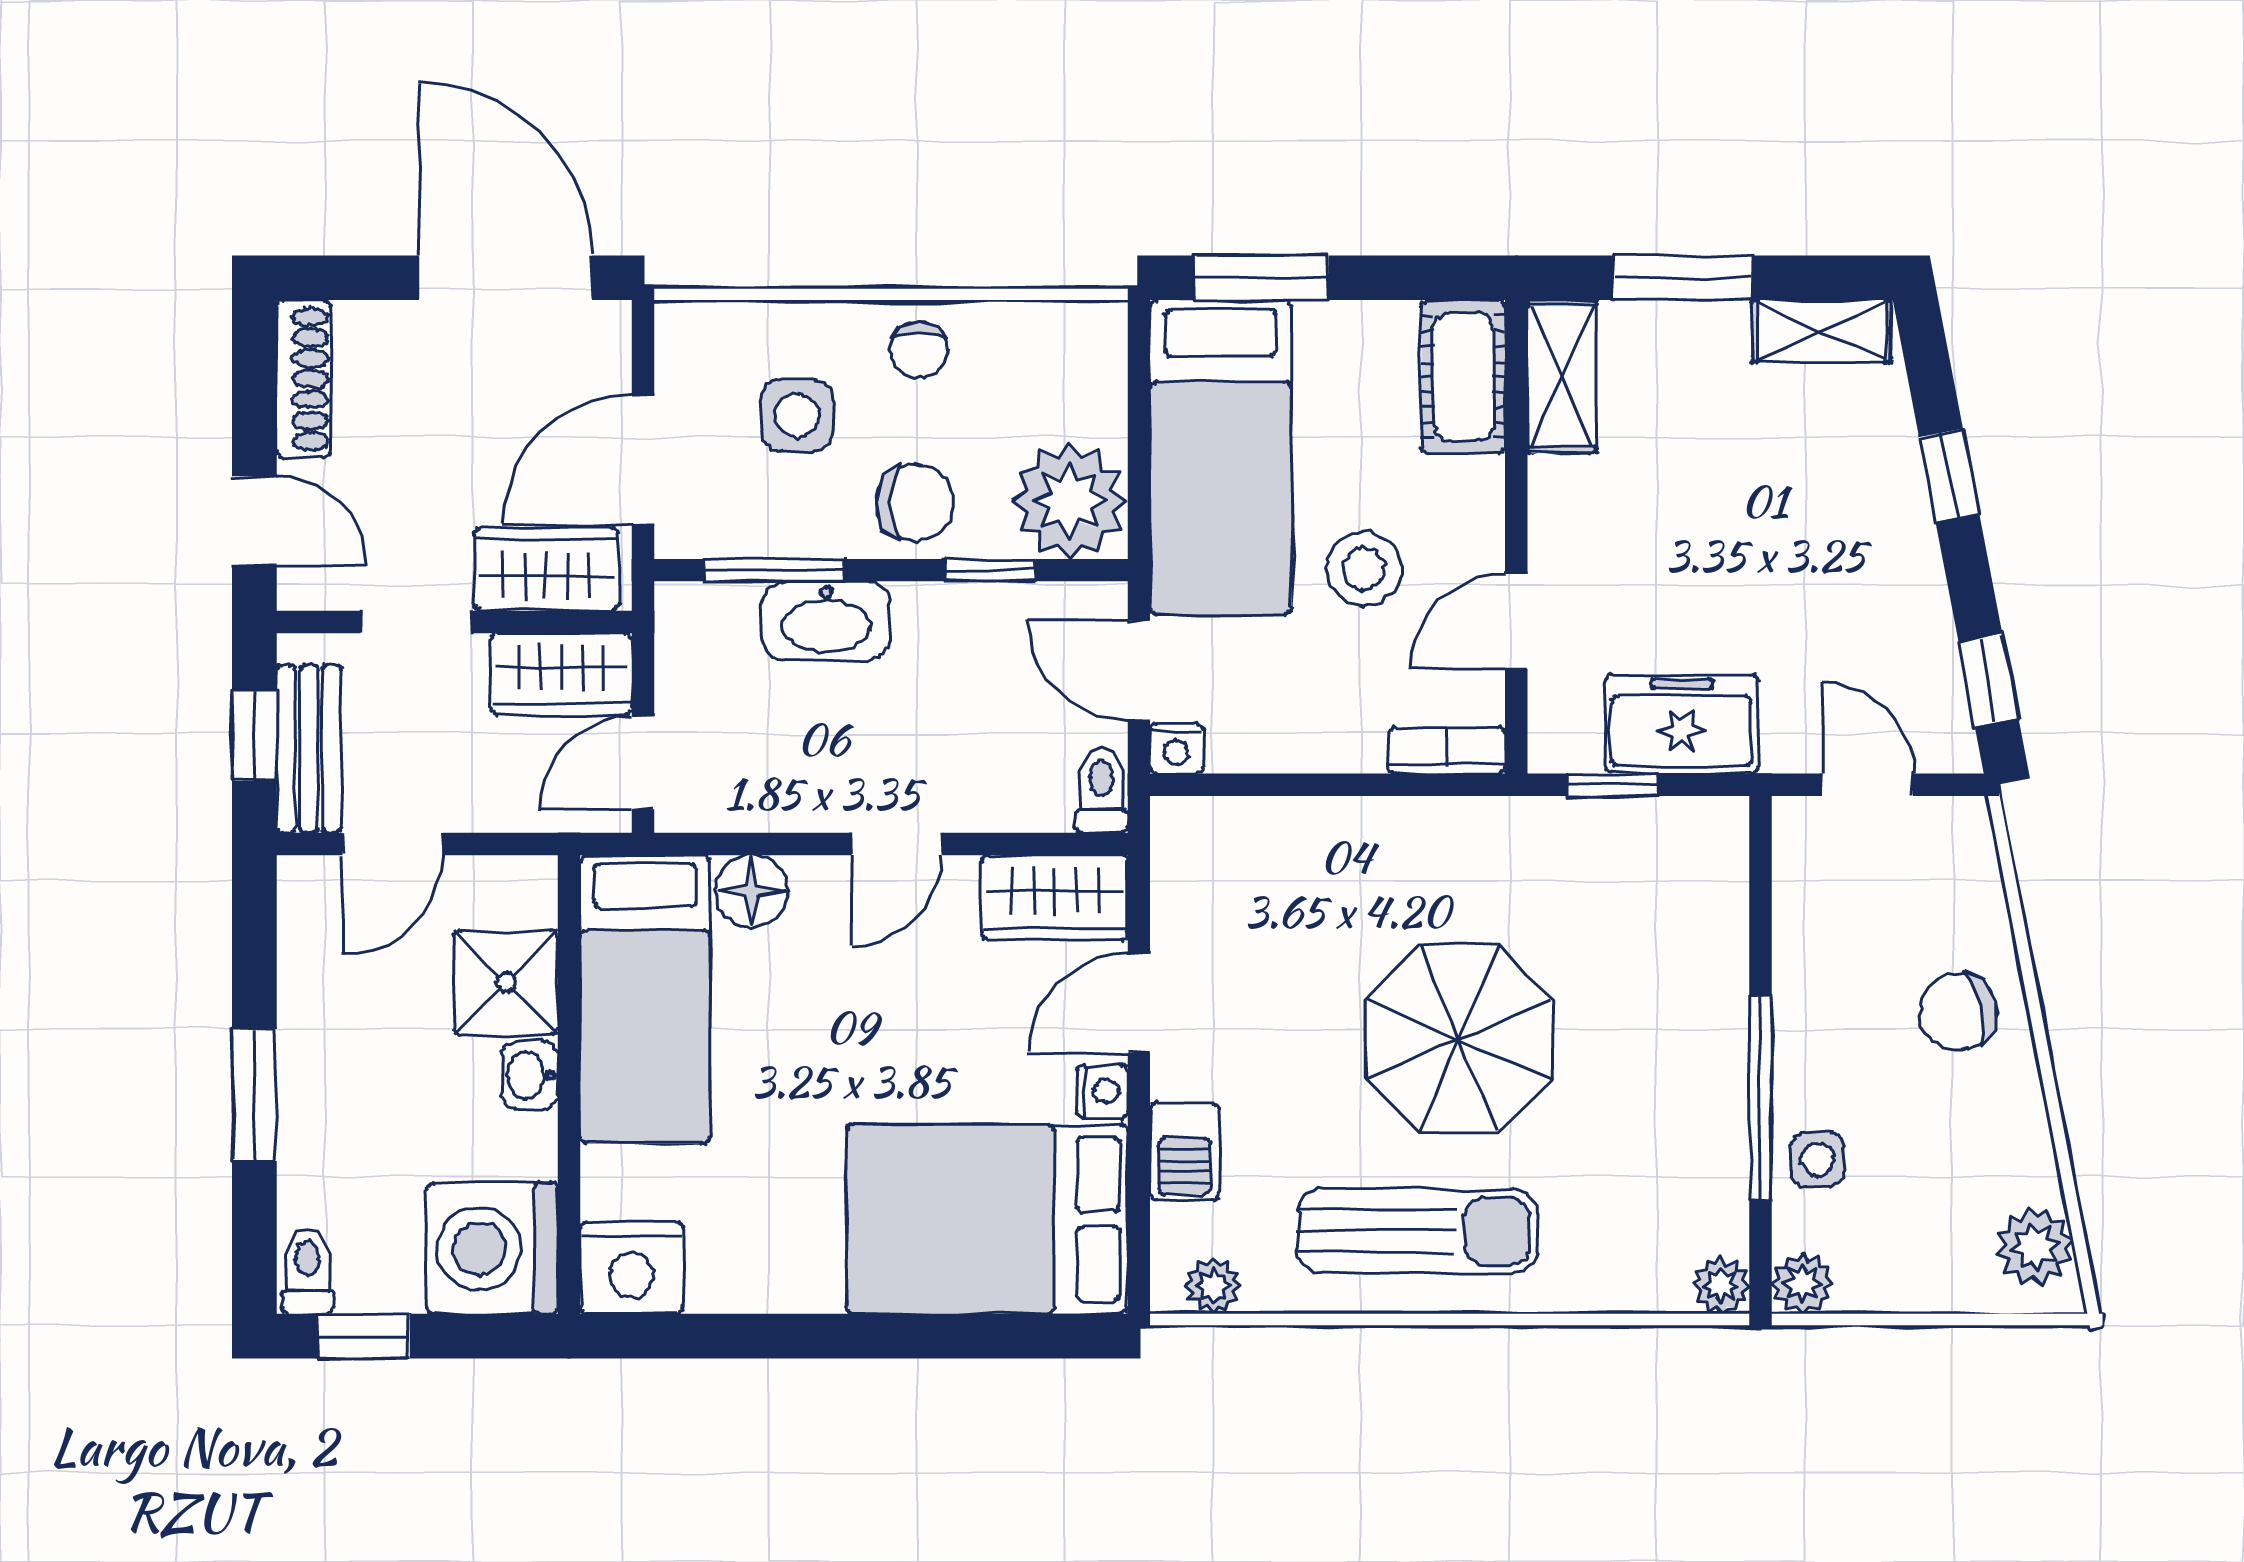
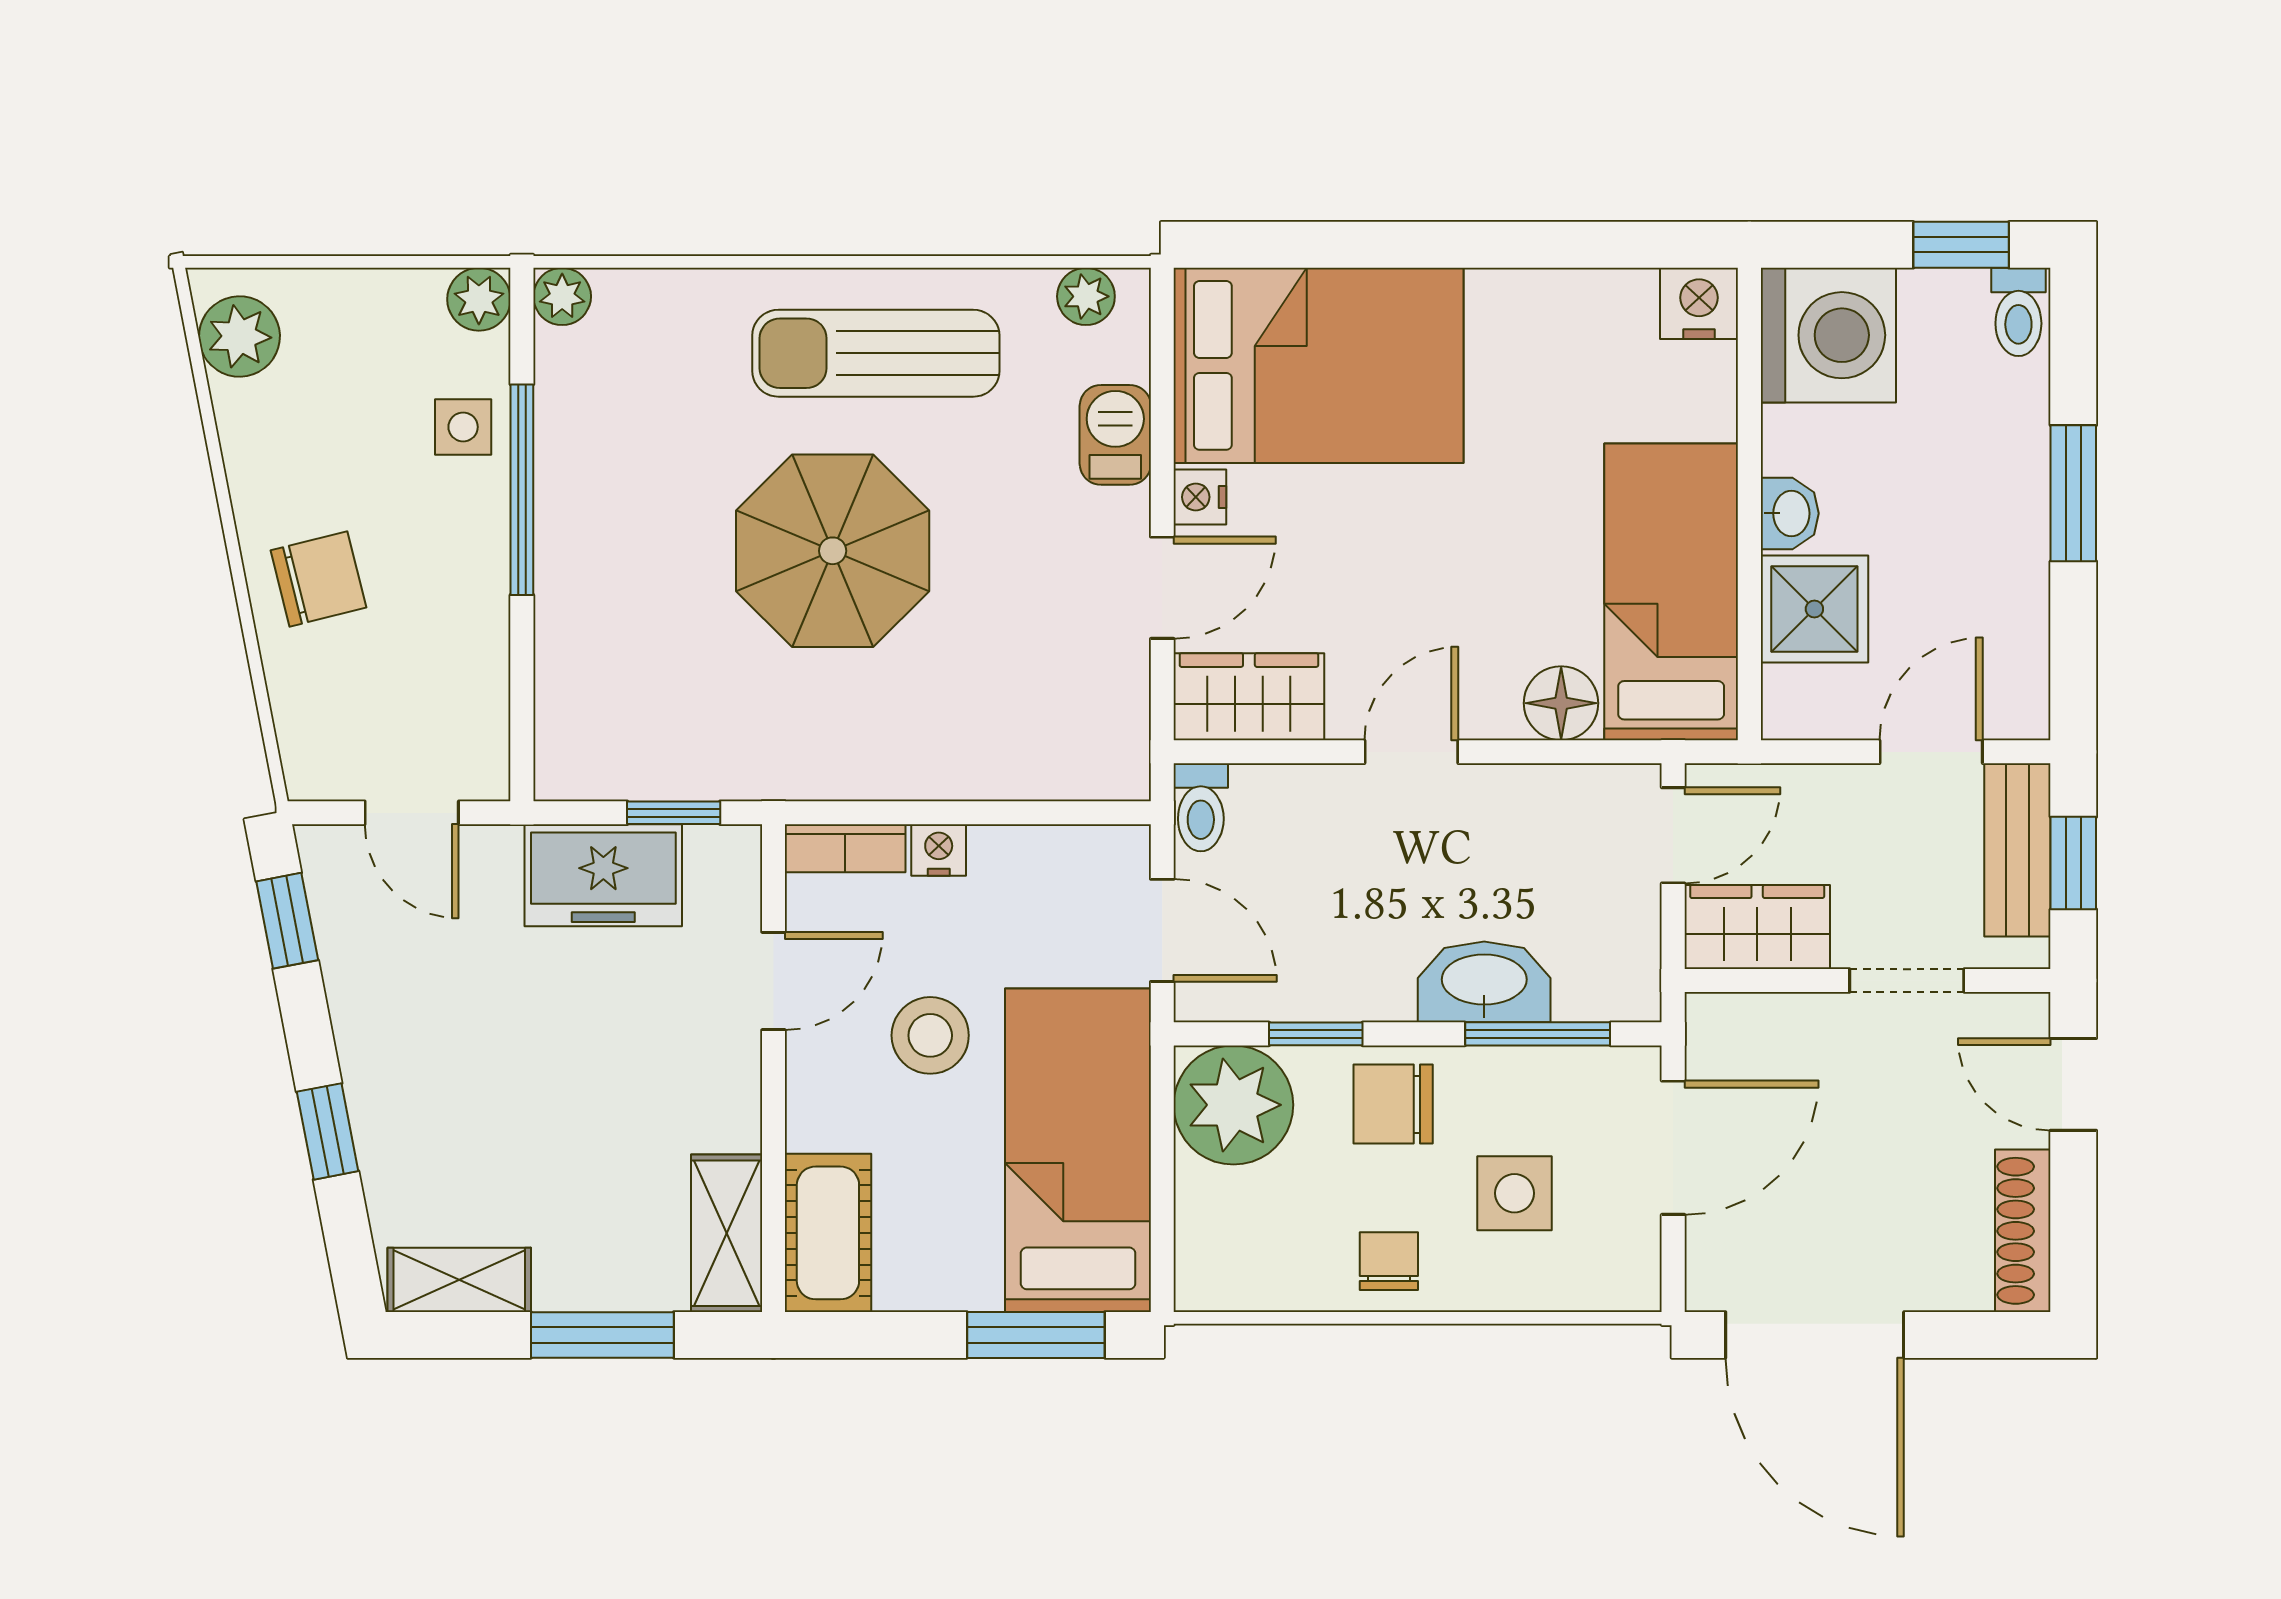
wardrobe: (546, 569) -> (1773, 1035), removed
nightstand: (1176, 749) -> (939, 850), moved
nightstand: (631, 1268) -> (1699, 303), width x0.74, depth x0.75

